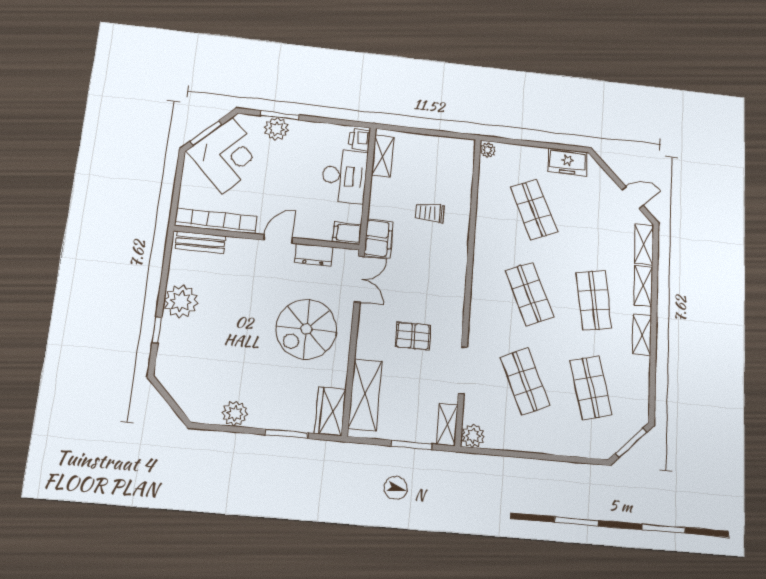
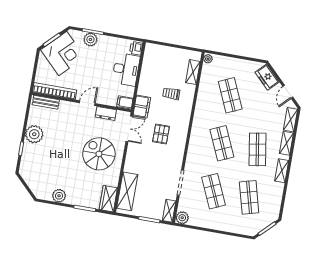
shelving: (383, 156) -> (193, 72), moved
freezer: (568, 162) -> (267, 77), moved, turned 45
door: (632, 198) -> (288, 92), swing flipped
spiral stairs: (306, 329) -> (99, 154), turned 90
pallet: (413, 336) -> (161, 134), moved, turned 90

